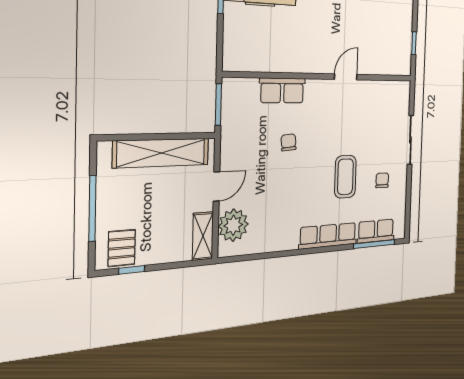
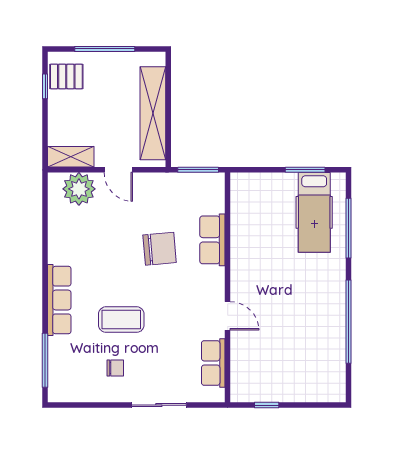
chair: (289, 142) -> (160, 249), width x1.87, depth x1.87
row of seats: (376, 231) -> (213, 363), moved, turned 180

